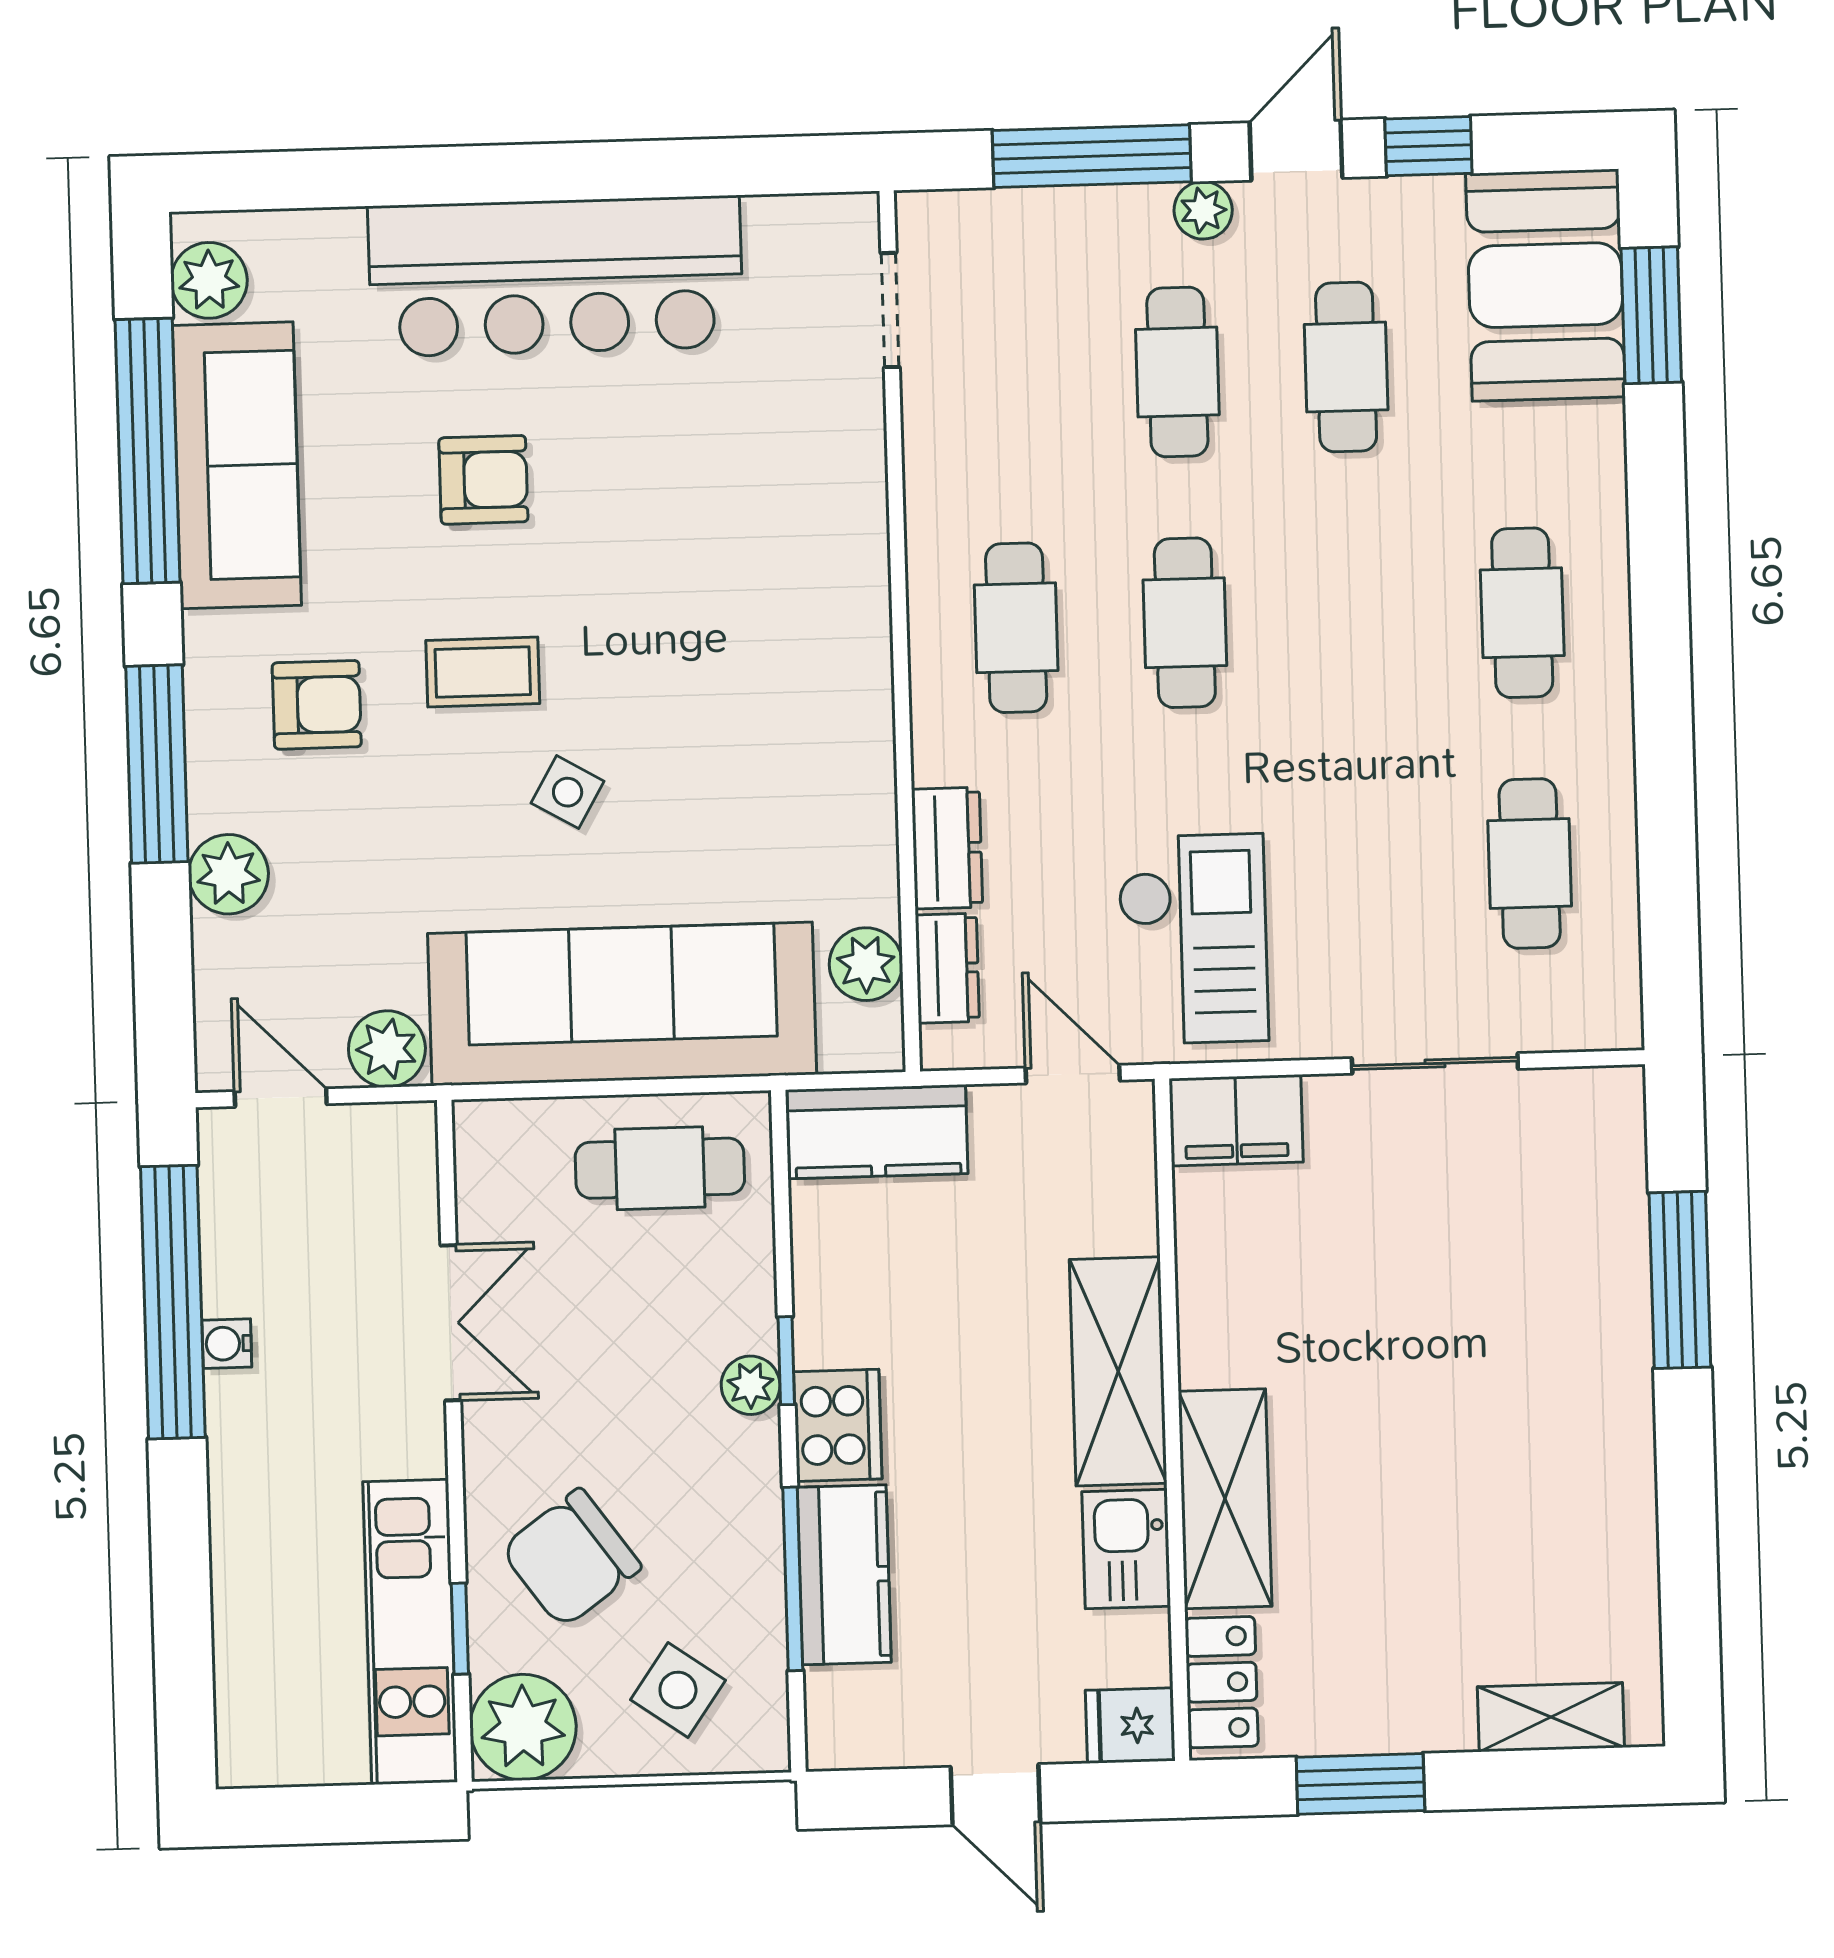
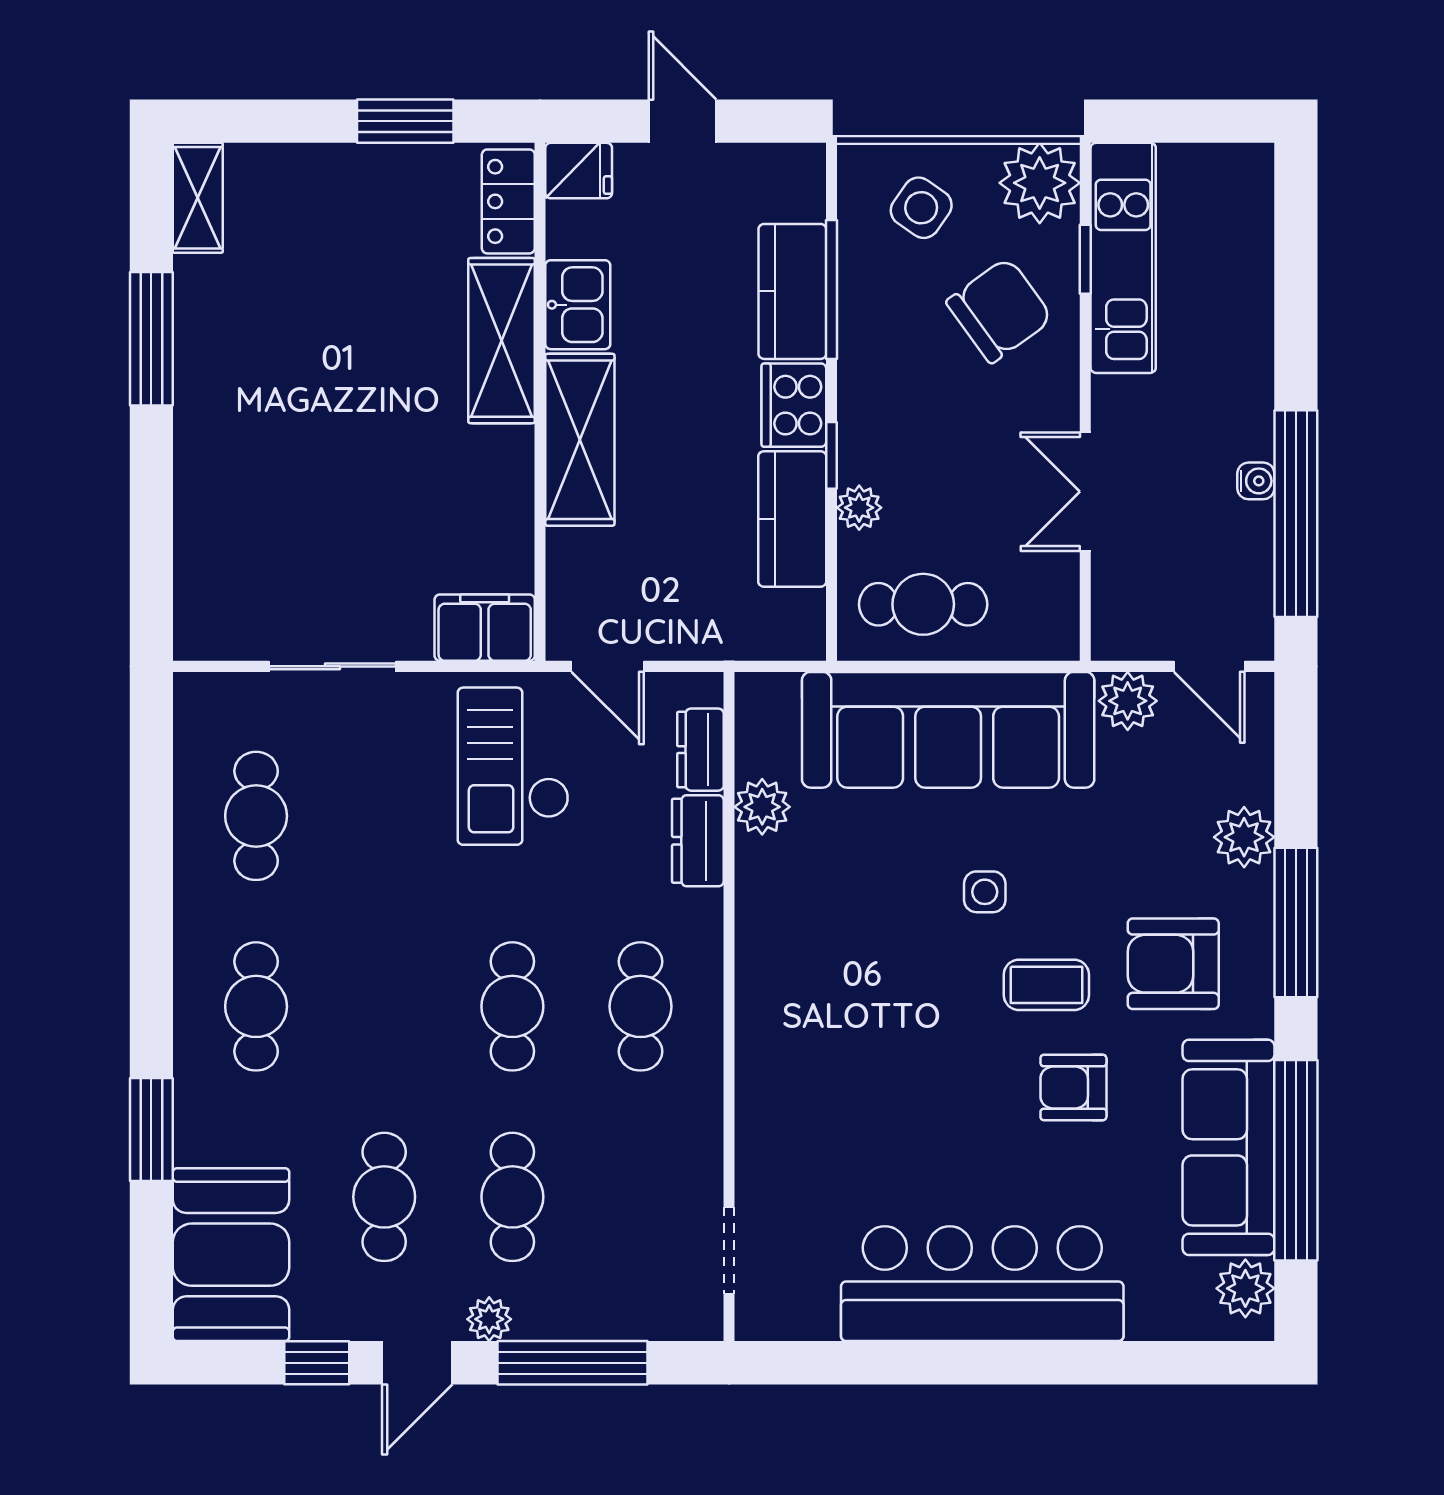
window: (1651, 315) -> (151, 1129), moved
armchair: (483, 480) -> (1073, 1087), moved
armchair: (317, 705) -> (1173, 964), width x1.38, depth x1.38
side table: (568, 792) -> (985, 892), turned -30
plant: (866, 964) -> (762, 807), moved
kitchen counter: (877, 1132) -> (792, 519), moved, turned -90
window: (1680, 1280) -> (151, 339), moved
plant: (751, 1385) -> (859, 508), moved
shelving: (1551, 1717) -> (198, 198), moved, turned 90

